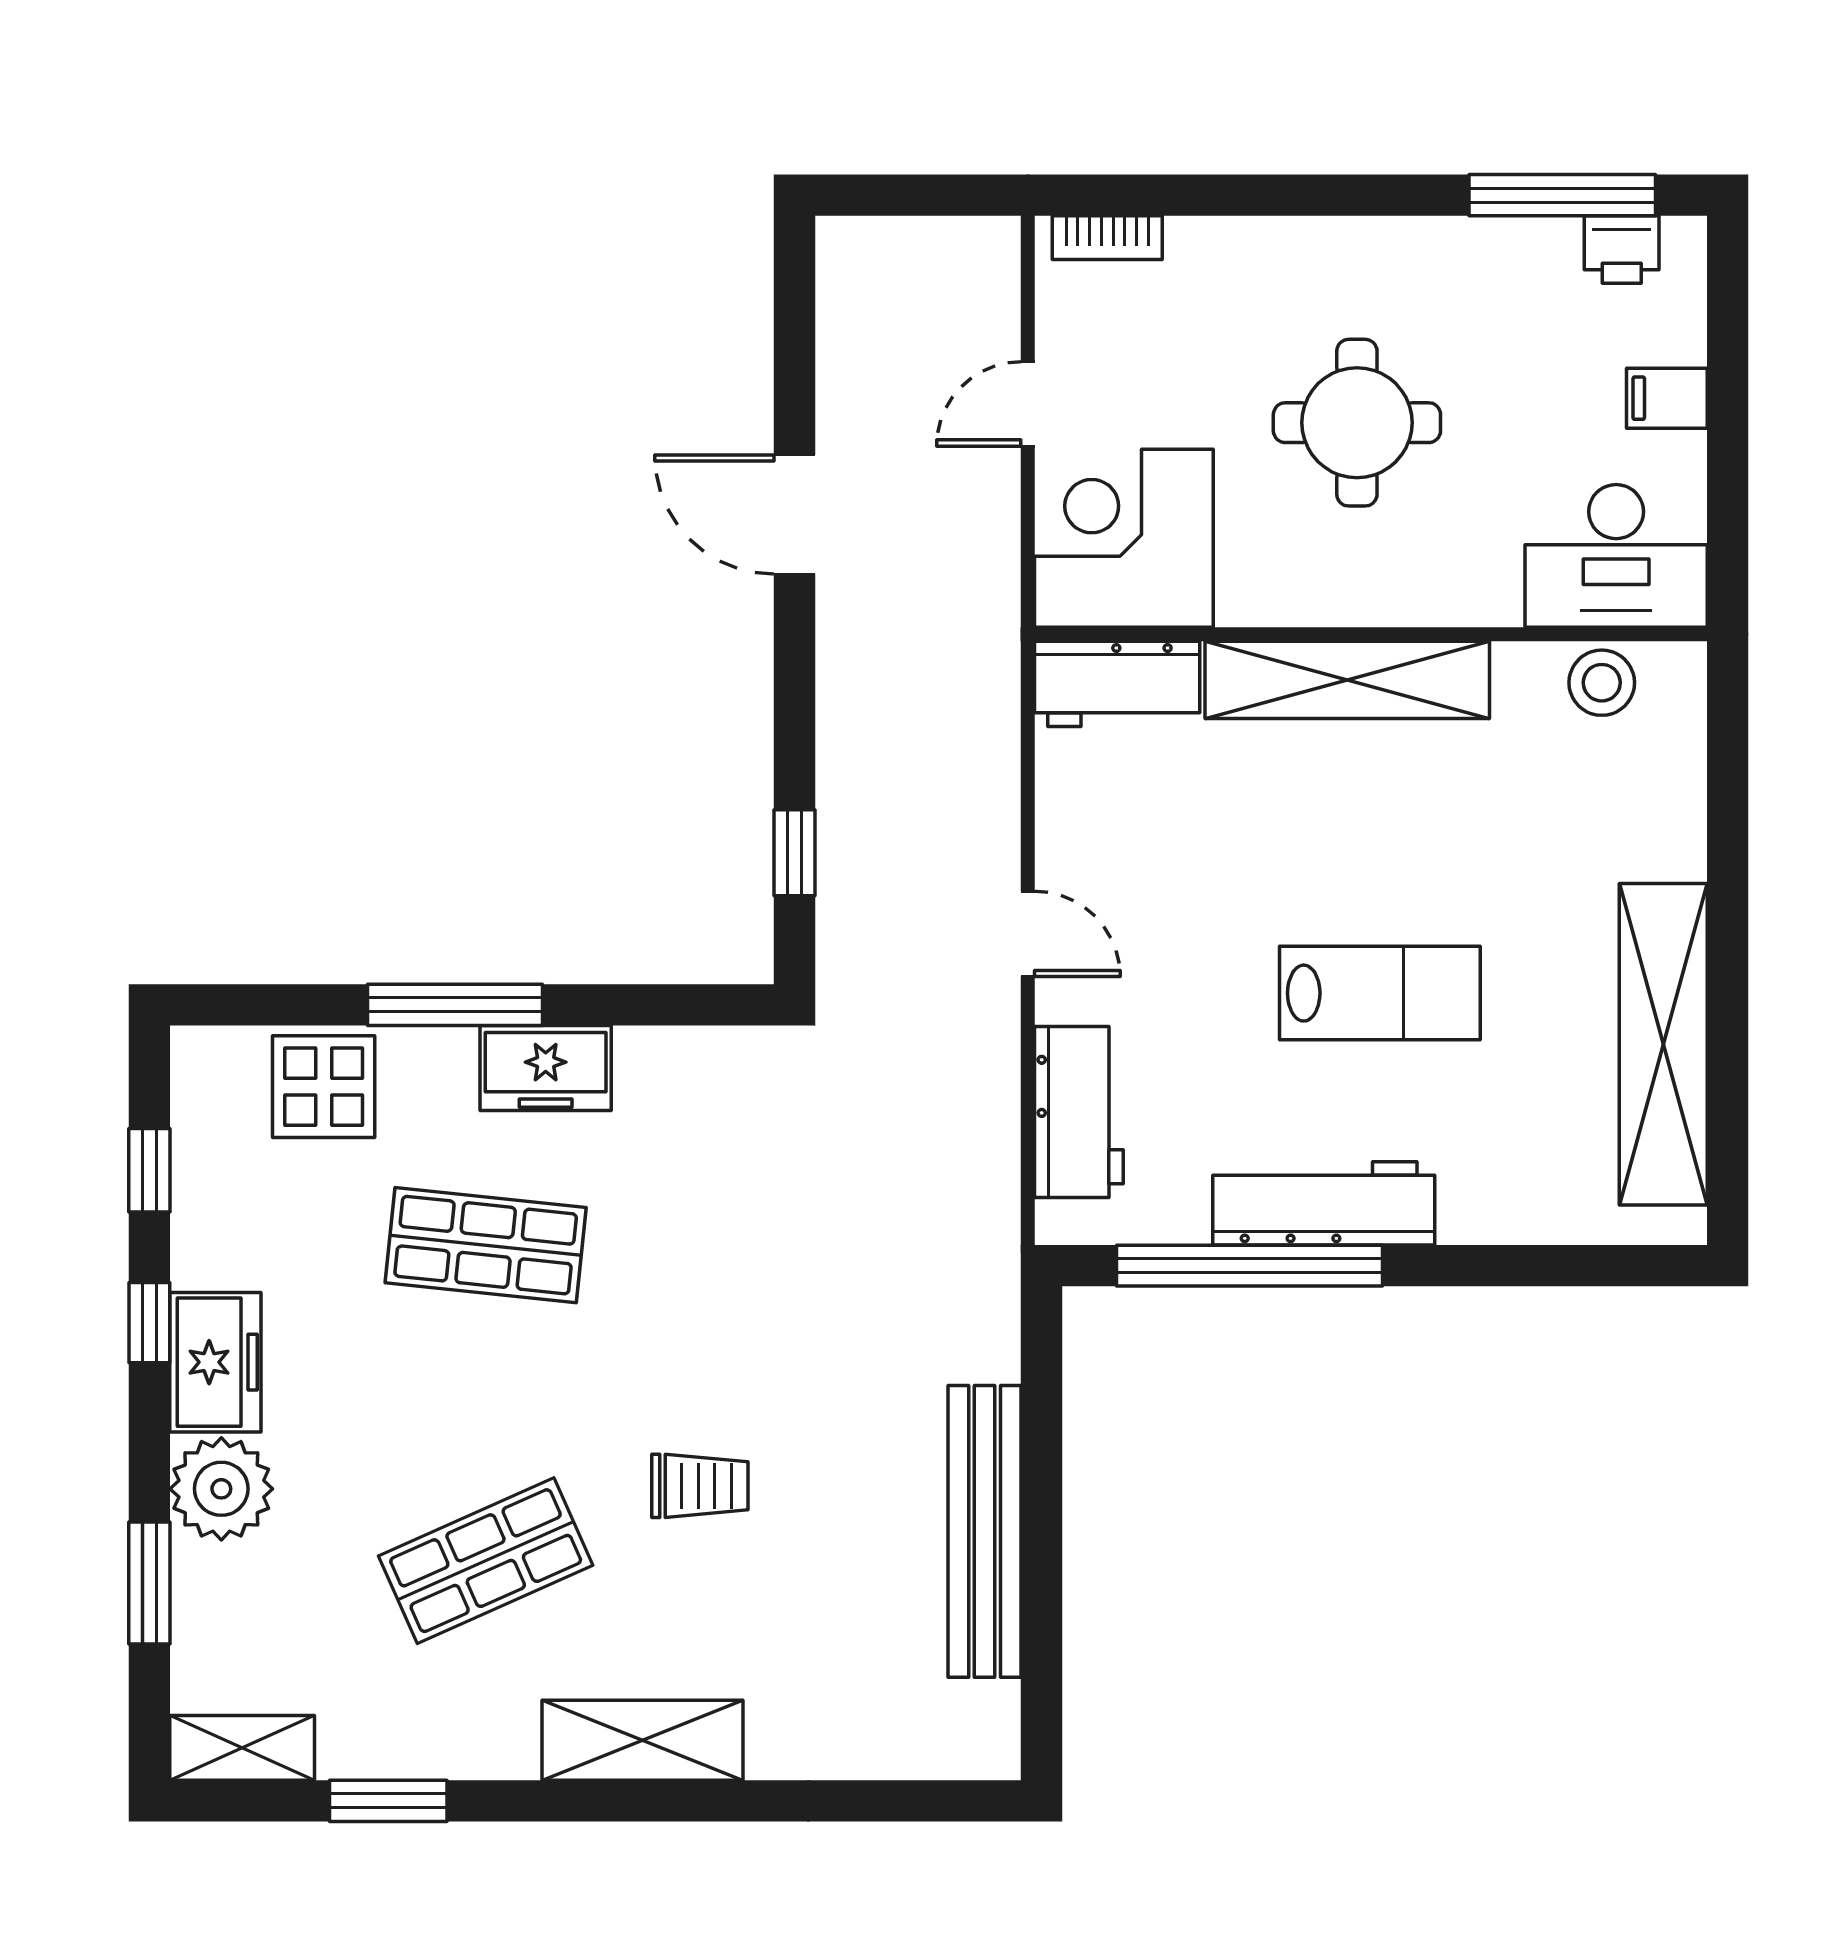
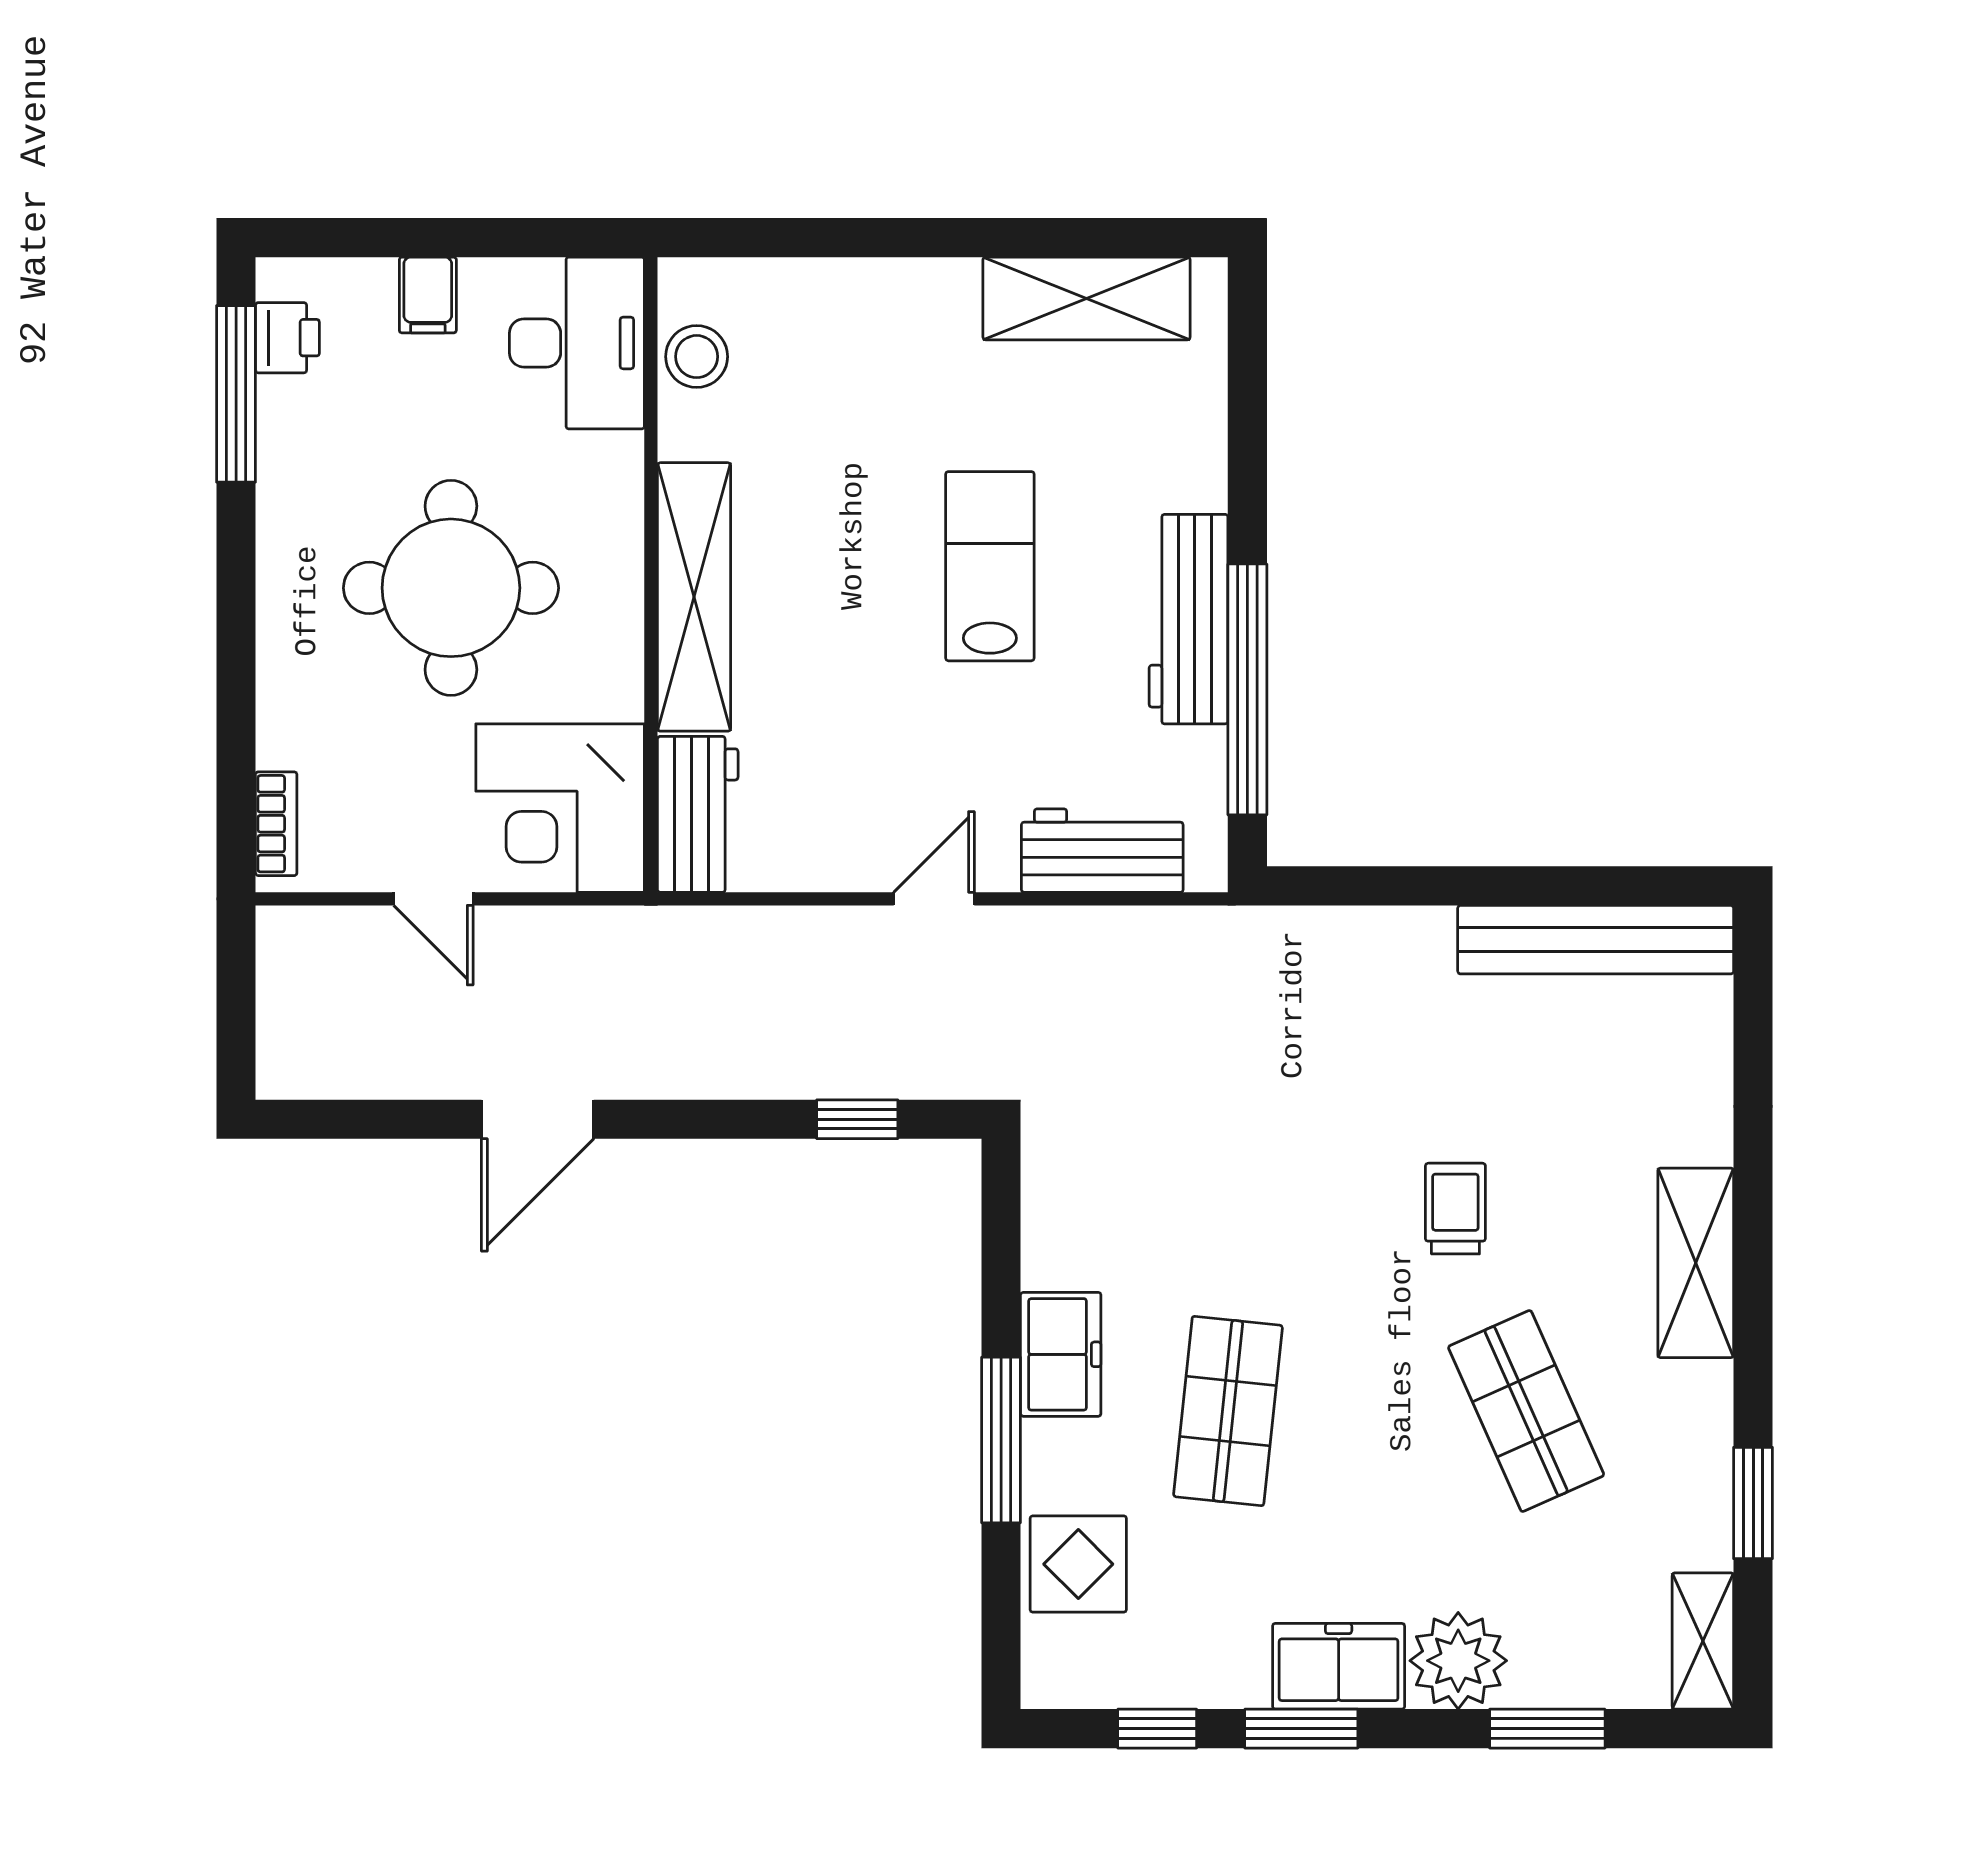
round table: (1357, 423) -> (451, 588), width x1.36, depth x1.36
shelving: (1663, 1044) -> (1087, 298), width x0.68
window: (149, 1323) -> (1301, 1729), width x1.50
bench: (985, 1531) -> (1596, 940), moved

